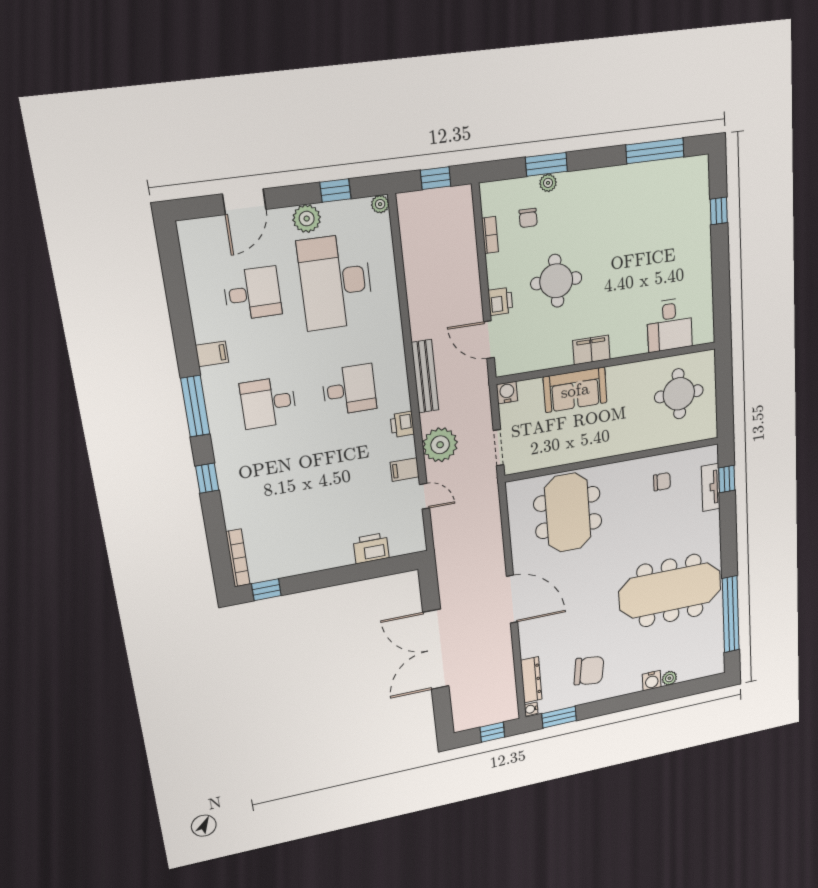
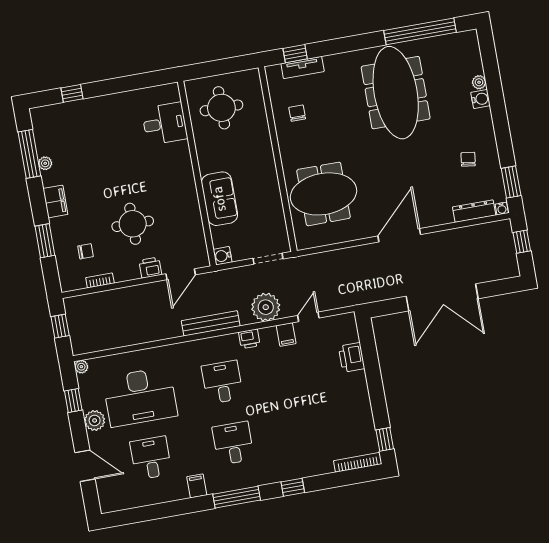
plant: (548, 183) -> (45, 163), moved
filing cabinet: (591, 350) -> (55, 201), moved, turned 180
desk: (268, 403) -> (233, 443), turned 180
chair: (589, 671) -> (468, 159), width x0.54, depth x0.54

